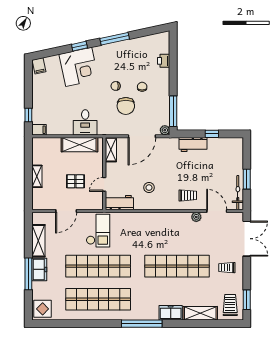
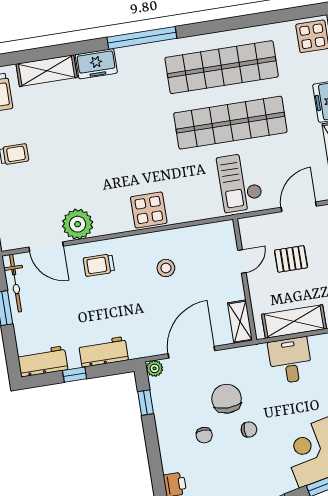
window: (173, 111) -> (146, 403), width x0.46
workbench: (119, 203) -> (43, 361), moved, turned 180
plant: (196, 217) -> (78, 224), width x1.88, depth x1.88
display table: (154, 223) -> (149, 210), added
shop shelf: (177, 266) -> (98, 144), removed

